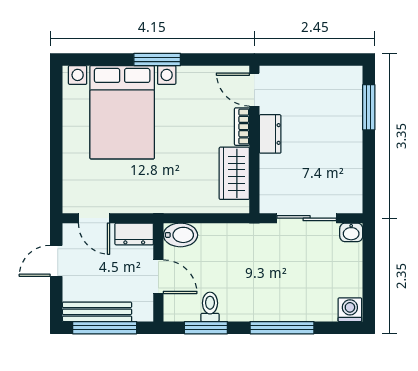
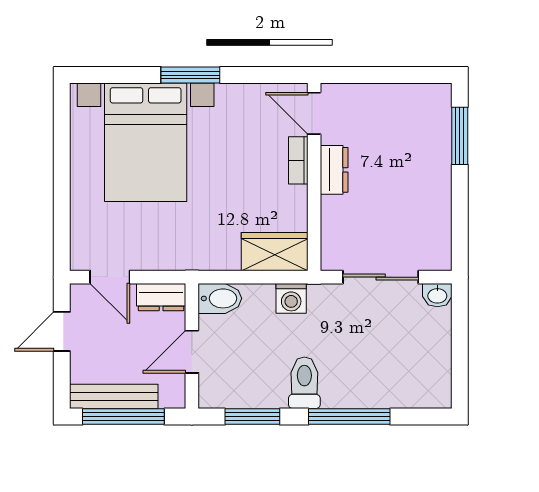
wardrobe: (234, 173) -> (275, 252), moved, turned 90
door: (158, 277) -> (192, 352), swing flipped
toilet: (210, 307) -> (304, 383), moved, width x1.37, depth x1.39
washing machine: (350, 310) -> (291, 298), moved, turned 180

